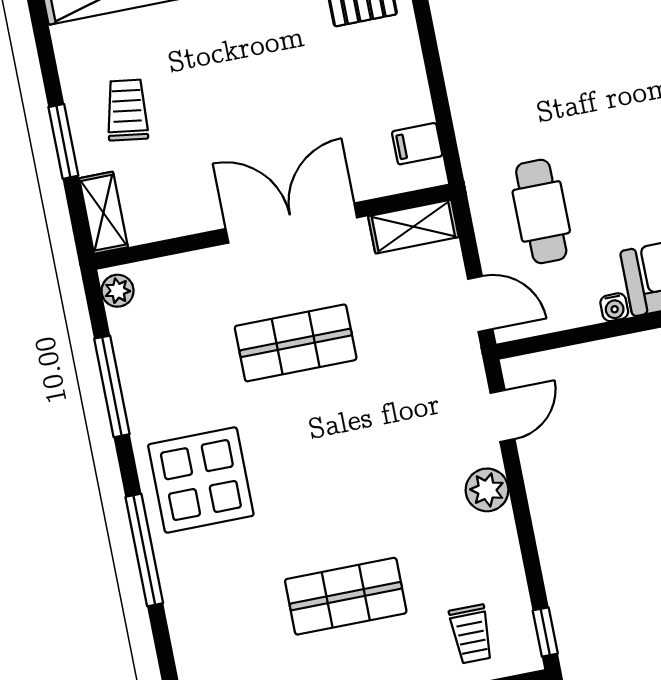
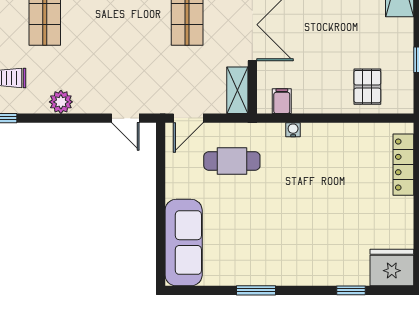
water cooler: (614, 307) -> (293, 130), moved, turned 90
plant: (487, 490) -> (61, 102), moved

